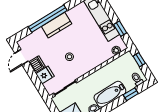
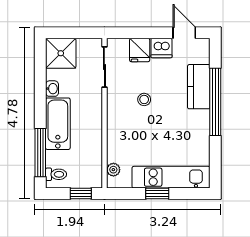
kitchen counter: (57, 25) -> (199, 87), moved
window: (120, 29) -> (157, 194), moved
window: (131, 94) -> (40, 153), width x2.17

